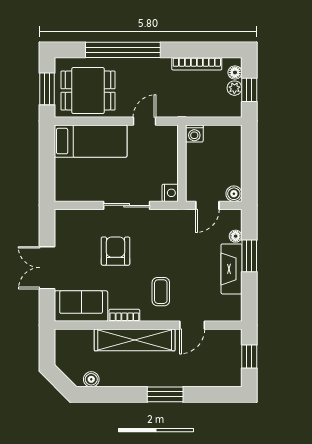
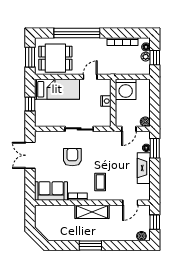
washing machine: (194, 134) -> (126, 89), width x1.89, depth x1.89
window: (47, 165) -> (30, 104), added
nightstand: (170, 193) -> (106, 101), moved
window: (249, 256) -> (155, 148), moved
double door: (47, 268) -> (30, 155), moved
door: (192, 325) -> (130, 203), moved
shelving: (135, 340) -> (92, 212), width x0.68
boiler: (91, 379) -> (141, 236), moved
window: (165, 394) -> (90, 245), moved

